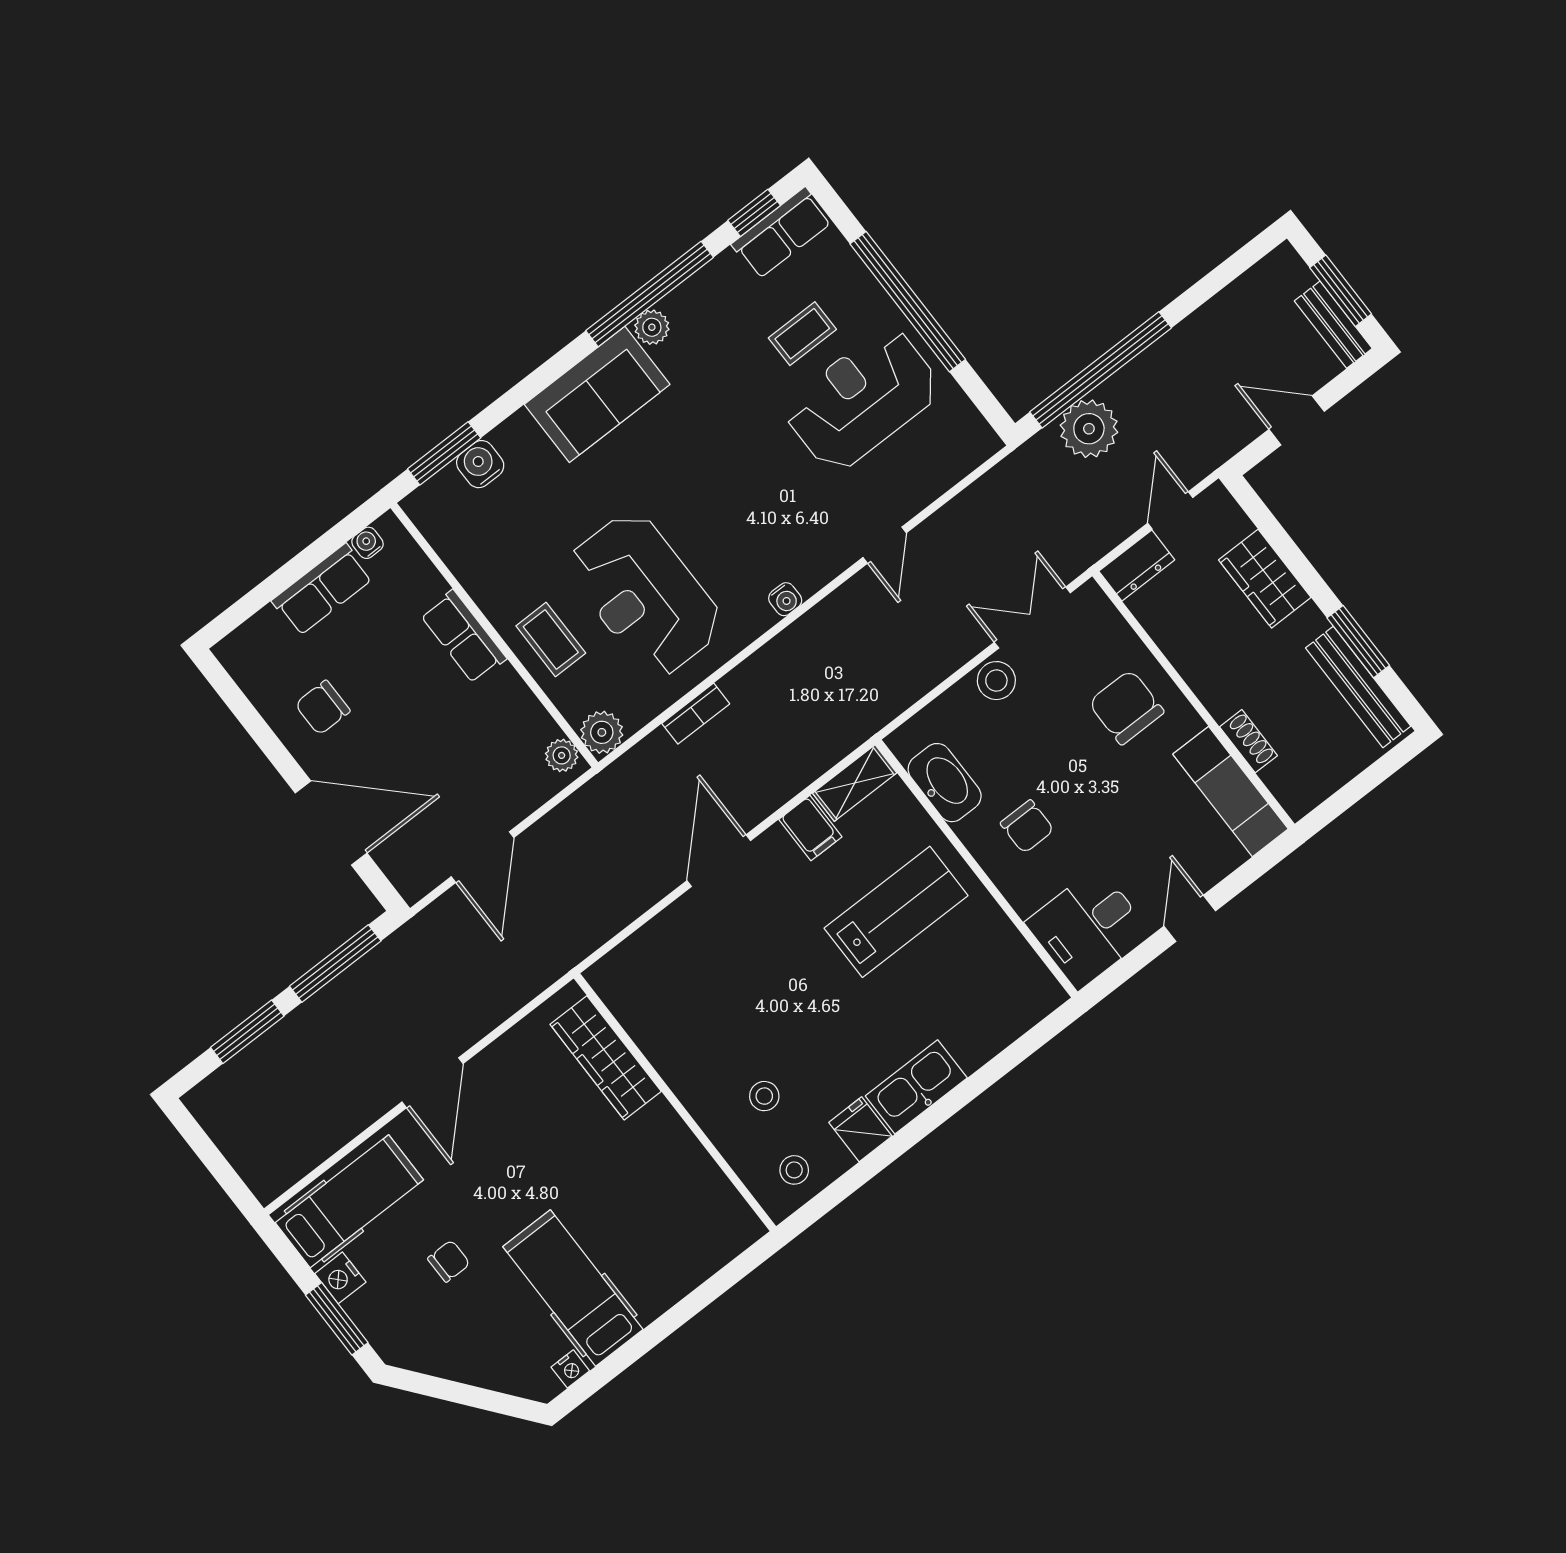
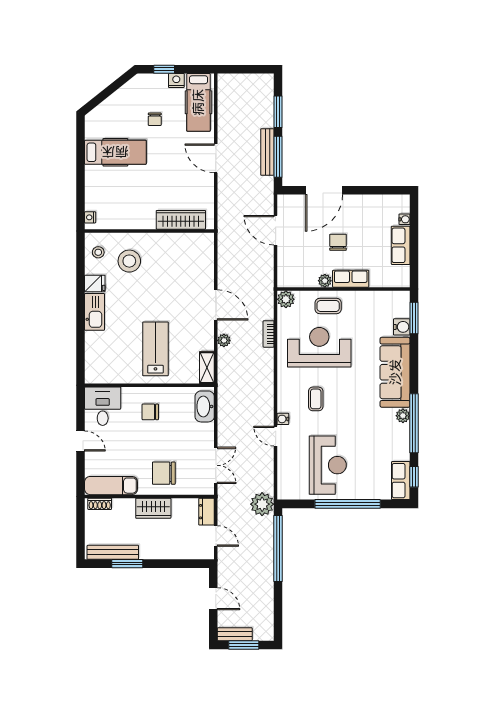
coffee table: (802, 334) -> (316, 399), moved
sofa: (597, 394) -> (395, 372), width x1.36
door: (1297, 420) -> (213, 599), hinge flipped
plant: (1089, 429) -> (262, 504), moved
water cooler: (368, 543) -> (404, 219), moved
wardrobe: (1265, 579) -> (153, 508), moved, turned 180
water cooler: (785, 599) -> (283, 419), moved
stool: (996, 681) -> (205, 438), removed
chair: (1126, 707) -> (164, 473), turned 180
chair: (323, 708) -> (338, 242), moved
shoe rack: (1248, 741) -> (100, 504), moved
plant: (562, 755) -> (325, 281), moved
washbasin: (945, 783) -> (205, 406), moved, turned 90
plant: (776, 791) -> (224, 340), added
filing cabinet: (810, 828) -> (204, 342), removed
lab bench: (896, 912) -> (155, 349), turned 180
bench: (342, 992) -> (267, 152), added
stool: (764, 1096) -> (129, 261), width x1.89, depth x1.89
window: (337, 1319) -> (164, 69), width x0.67
nightstand: (570, 1369) -> (90, 217), moved

